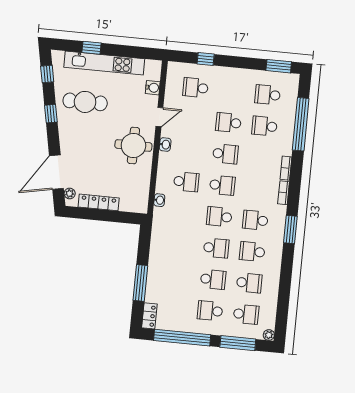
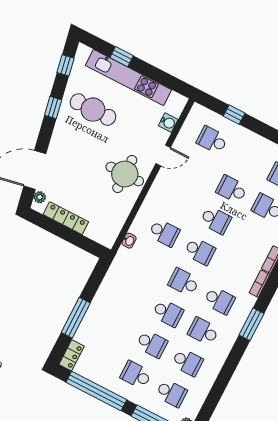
washbasin: (165, 144) -> (158, 186), removed
school desk: (255, 220) -> (219, 300), turned 180

